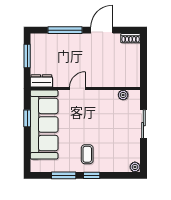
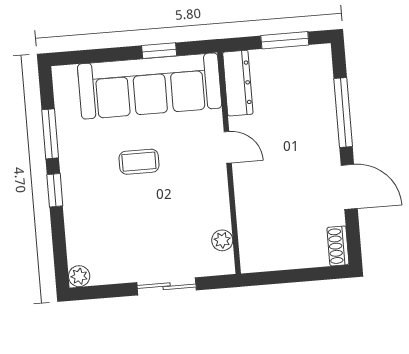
dresser: (41, 81) -> (238, 83), width x1.44
coffee table: (87, 154) -> (139, 162), moved

